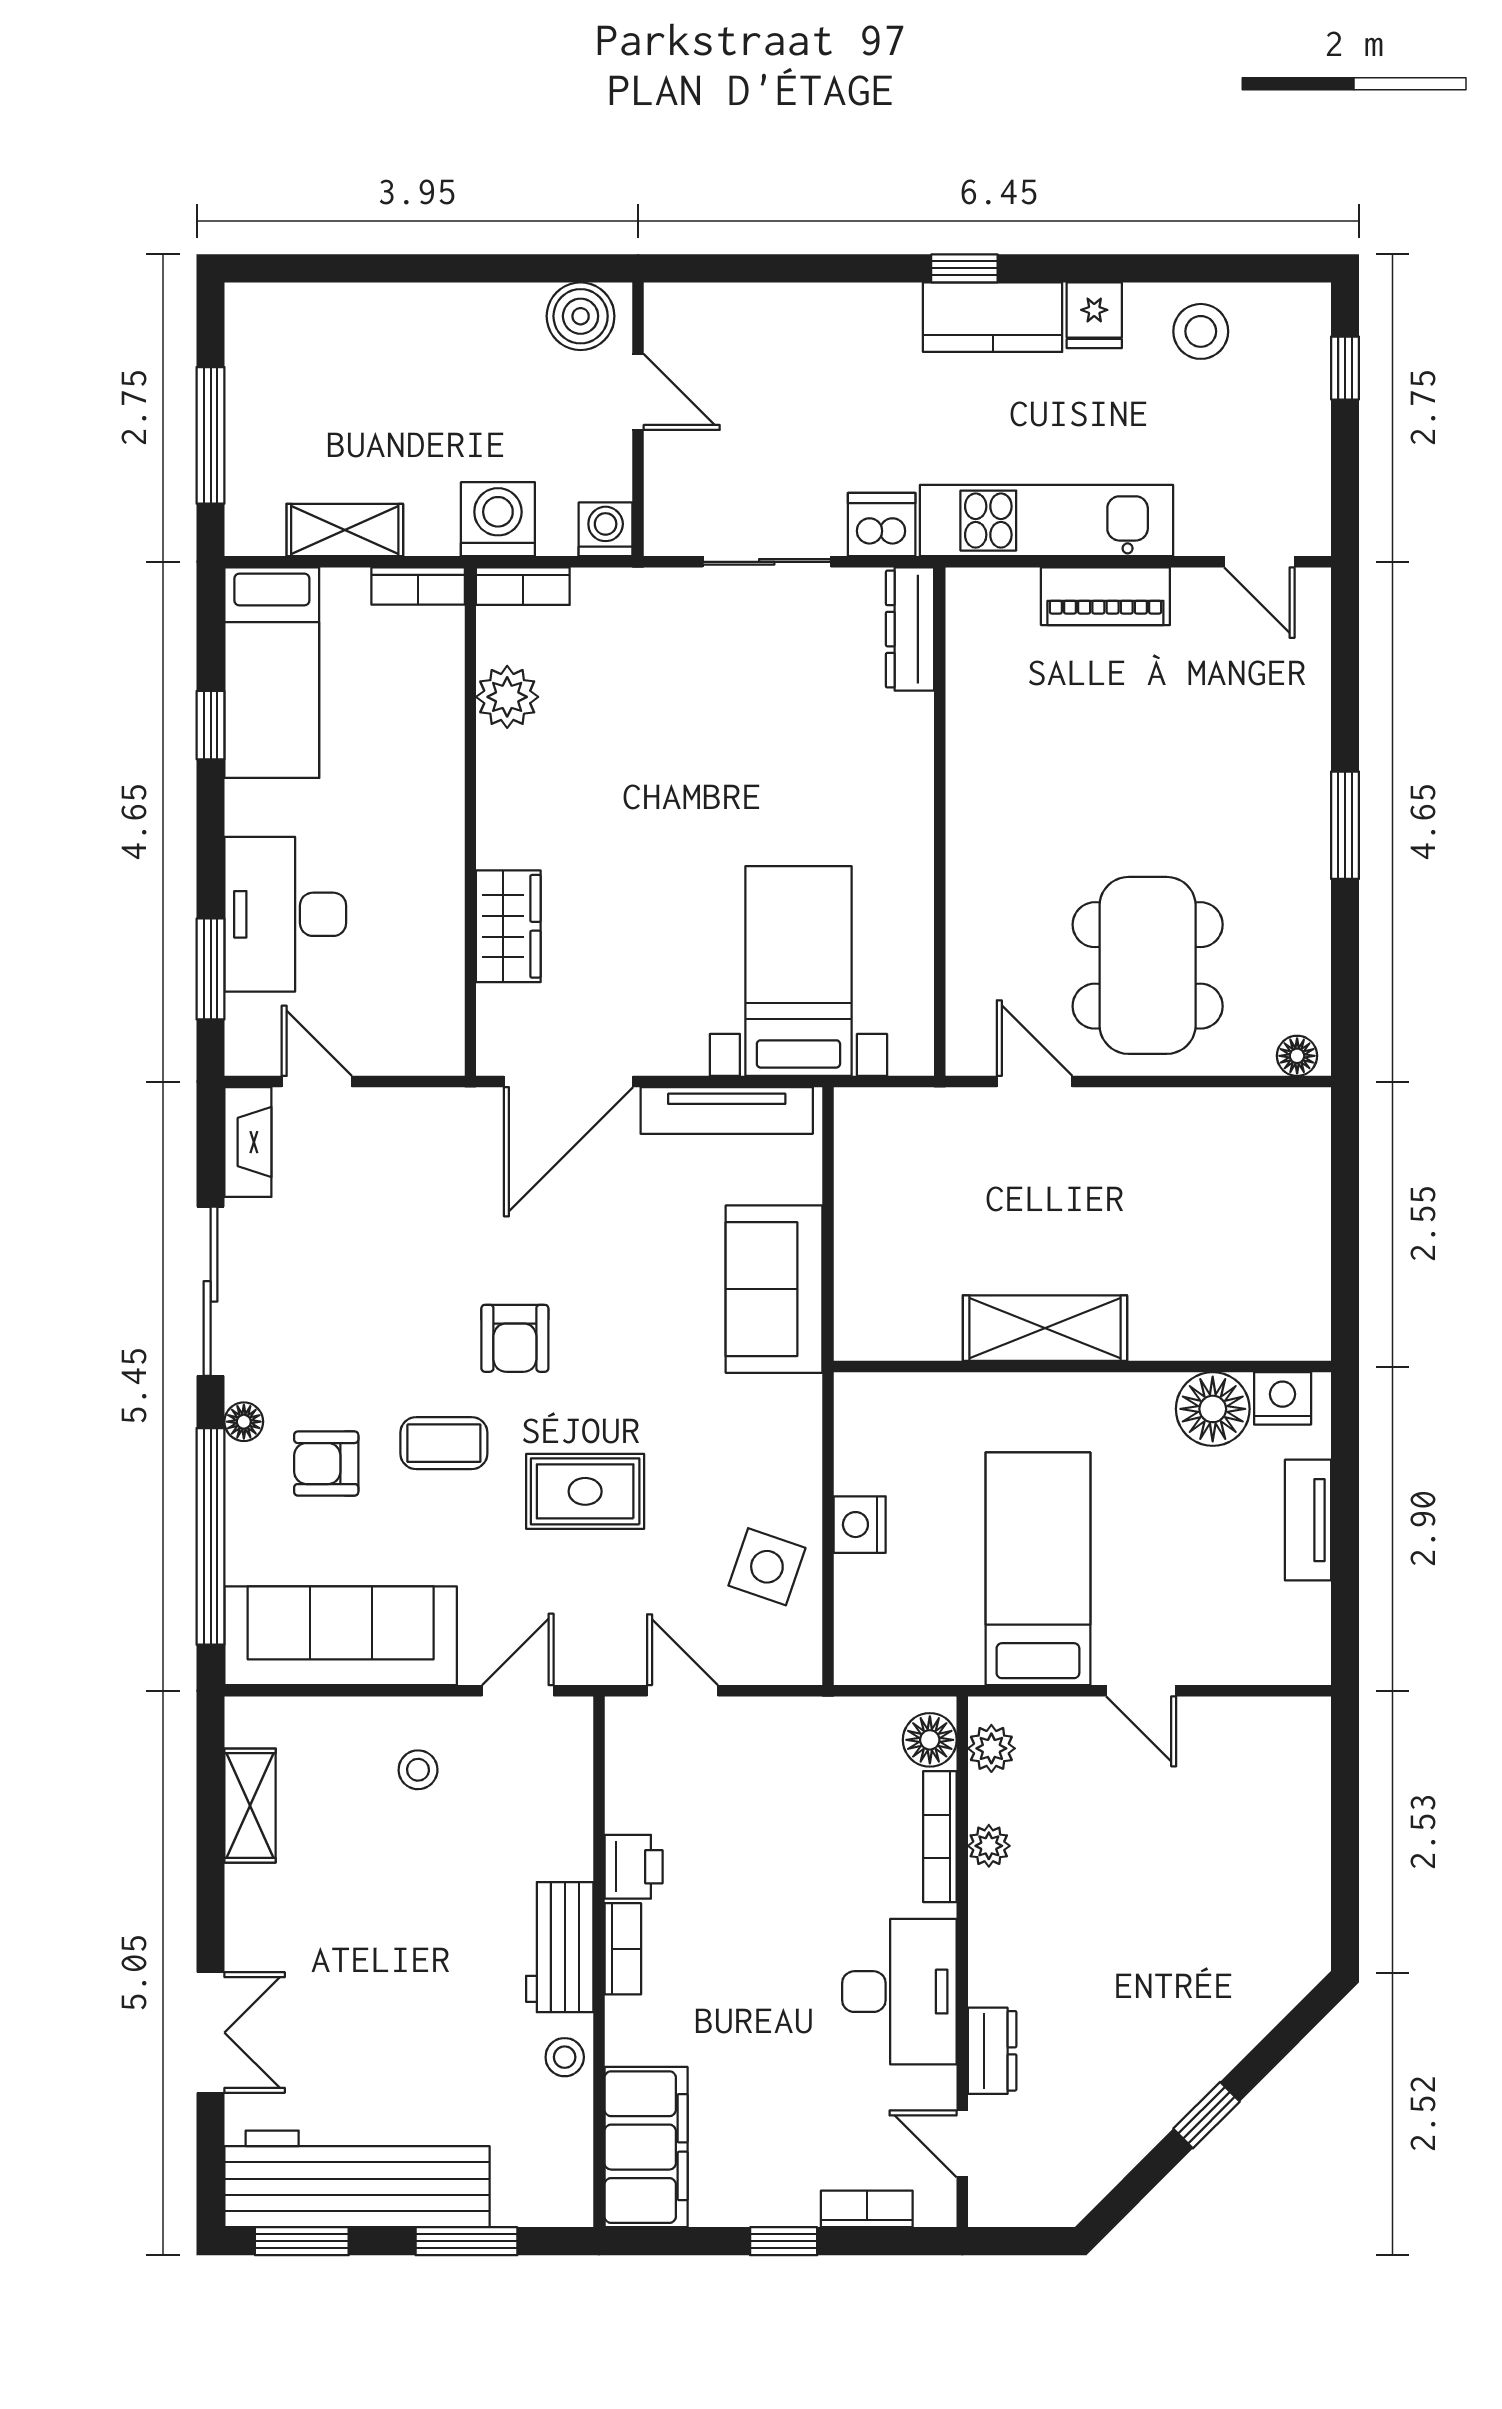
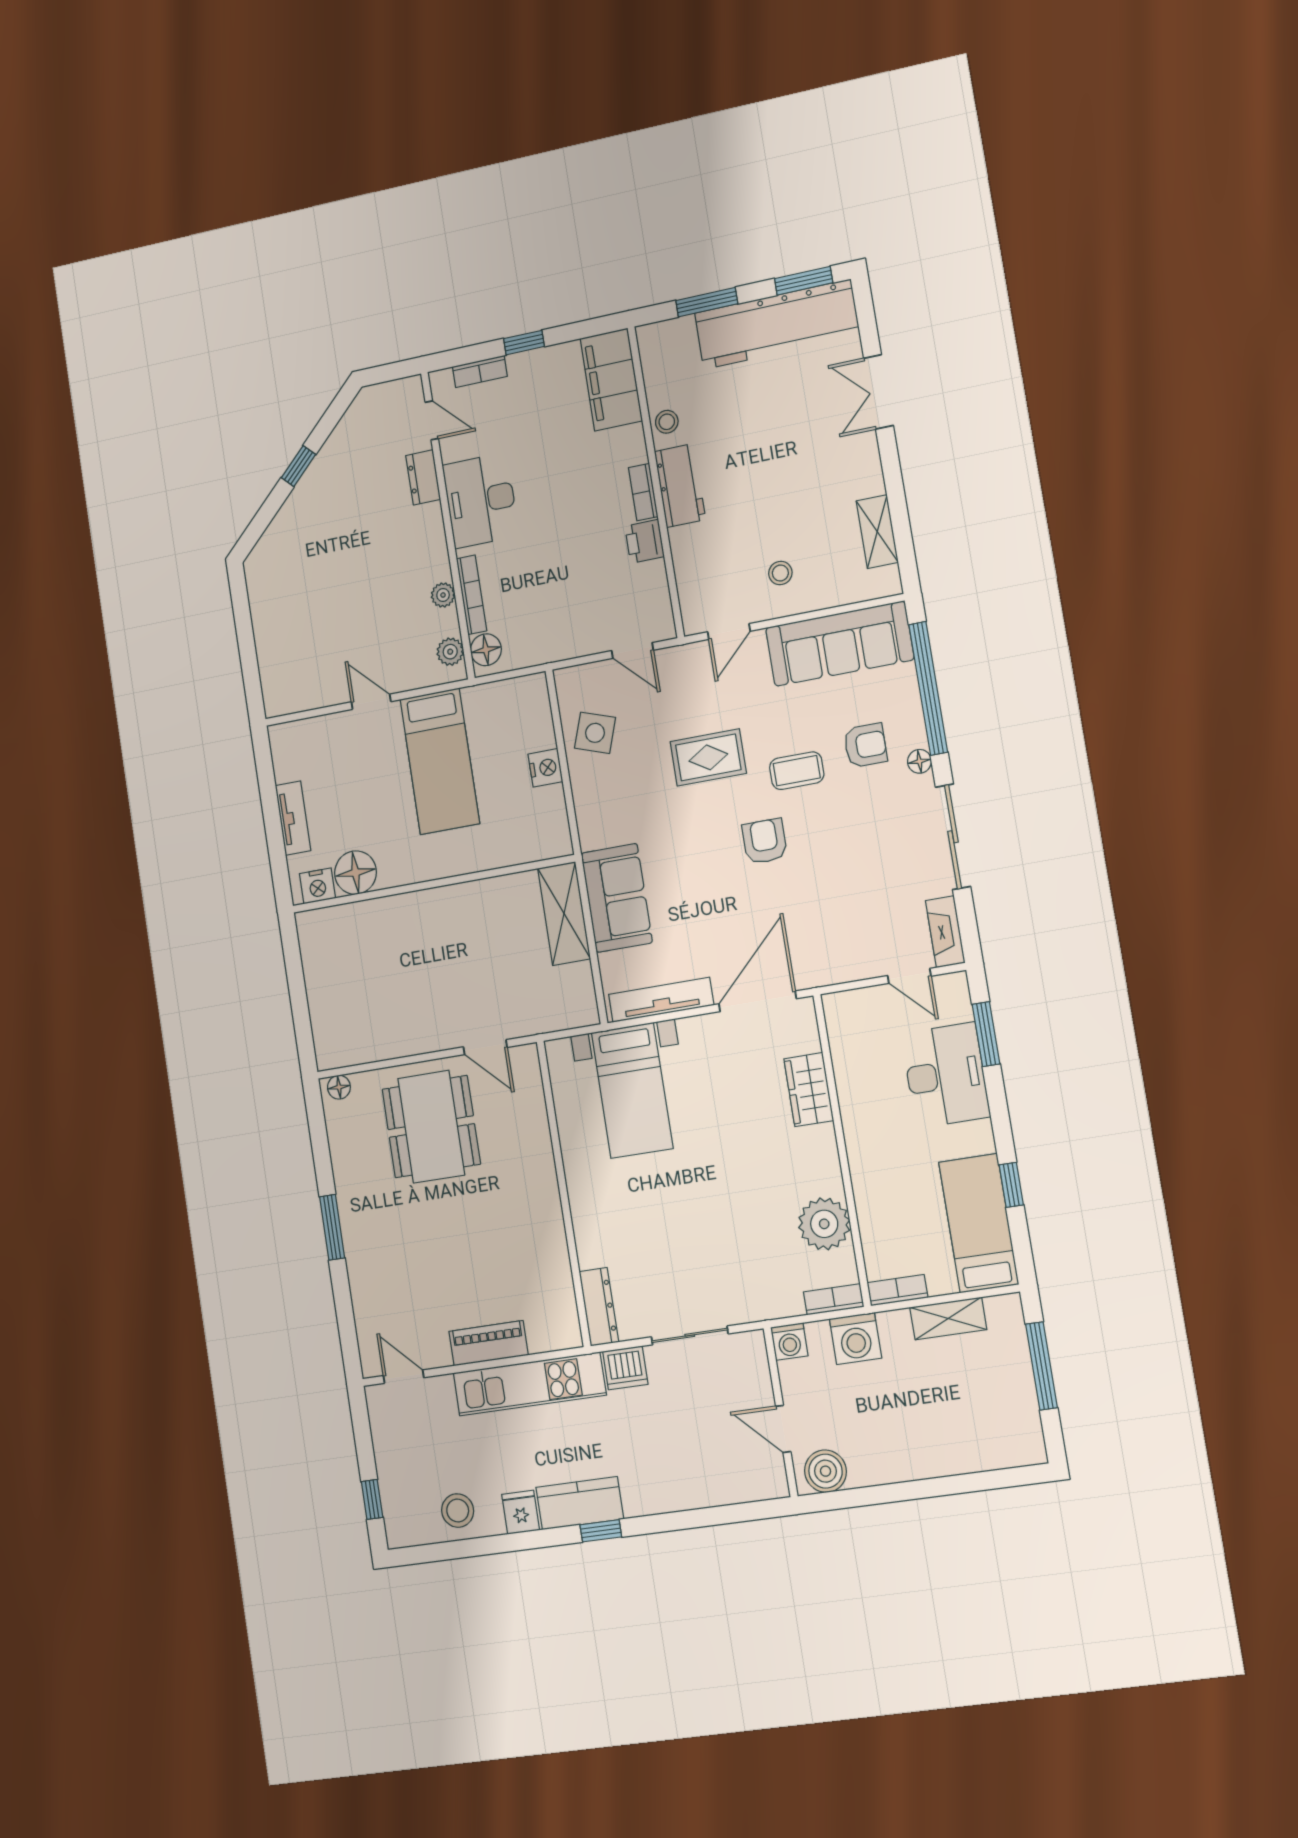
plant: (507, 697) -> (824, 1224), width x1.36, depth x1.36
shelving: (1045, 1328) -> (564, 914), moved, turned 90

